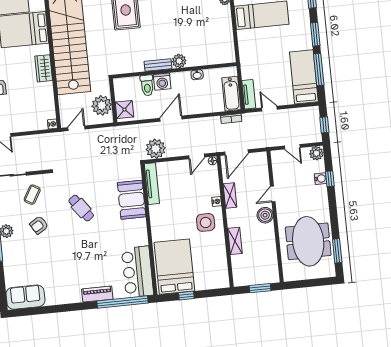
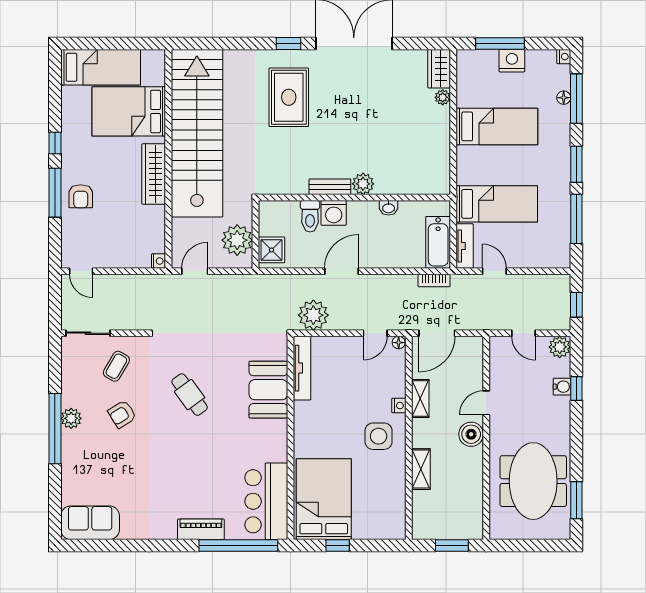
wardrobe: (44, 68) -> (154, 174), width x1.50
bed: (304, 77) -> (497, 204), moved, turned 90

